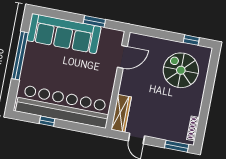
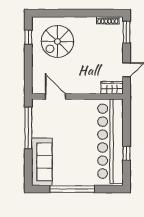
window: (94, 21) -> (28, 128), width x2.11
sofa: (64, 34) -> (42, 162), width x0.74, depth x0.79
wardrobe: (121, 113) -> (112, 88), width x0.67

